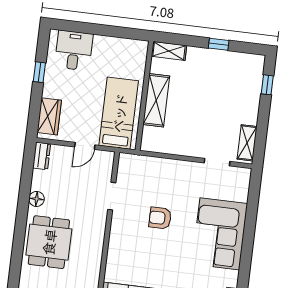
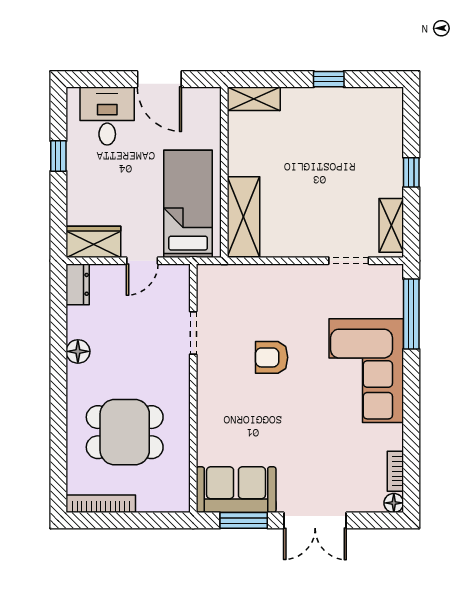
door: (110, 31) -> (159, 79), added
window: (267, 85) -> (411, 172), moved
shelving: (156, 100) -> (244, 217), moved
wardrobe: (49, 116) -> (93, 242), moved, turned -90
window: (253, 201) -> (411, 314), added
dining table: (49, 242) -> (125, 432), moved, turned 90

